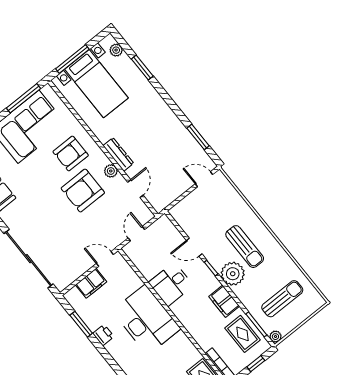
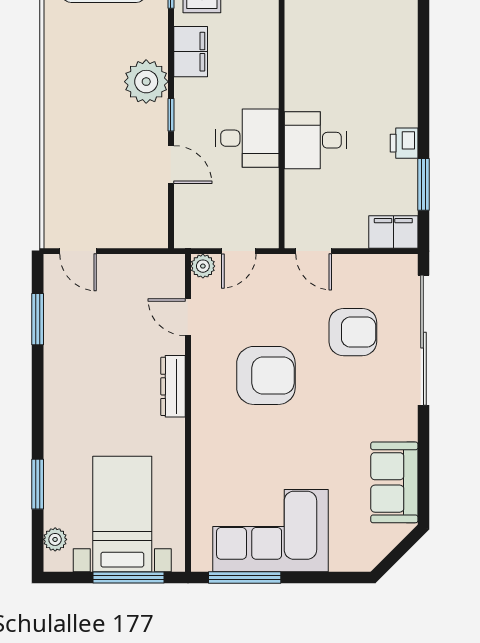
armchair: (71, 154) -> (353, 332), moved
plant: (111, 171) -> (203, 266), moved
door: (135, 189) -> (188, 317), hinge flipped
sun lounger: (245, 247) -> (97, 107), removed
filing cabinet: (91, 283) -> (393, 232), moved
desk: (146, 320) -> (315, 140), width x0.53, depth x0.77

